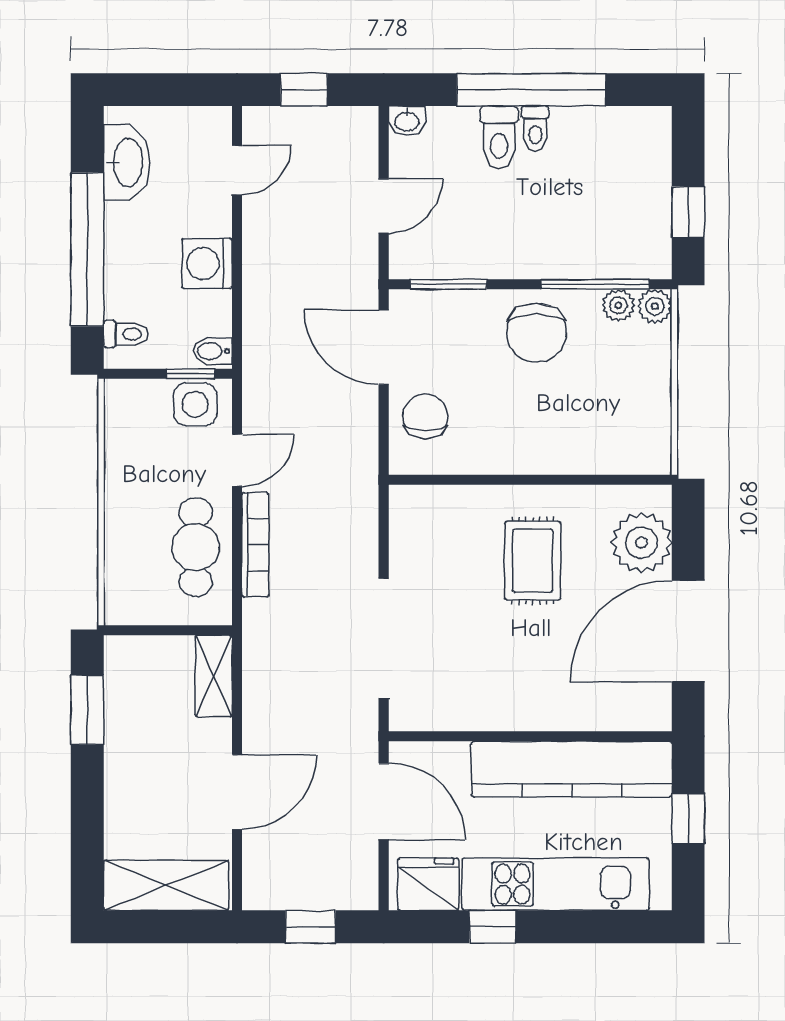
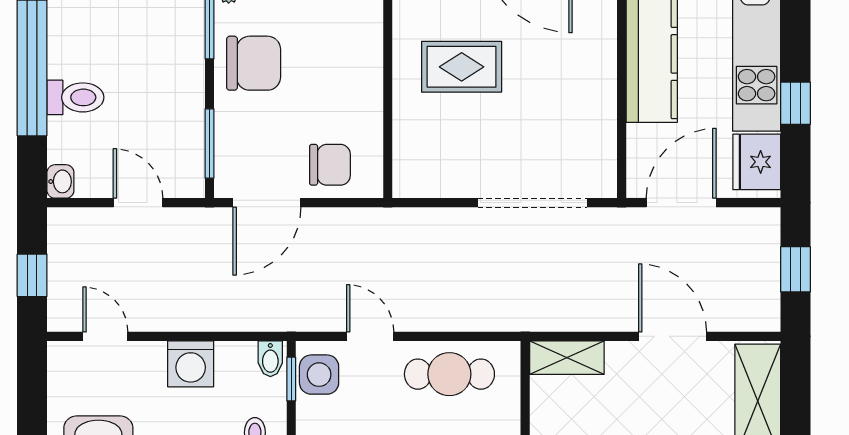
toilet: (535, 129) -> (68, 64), removed
chair: (425, 416) -> (330, 165), turned 180
bookcase: (255, 545) -> (447, 320), removed

